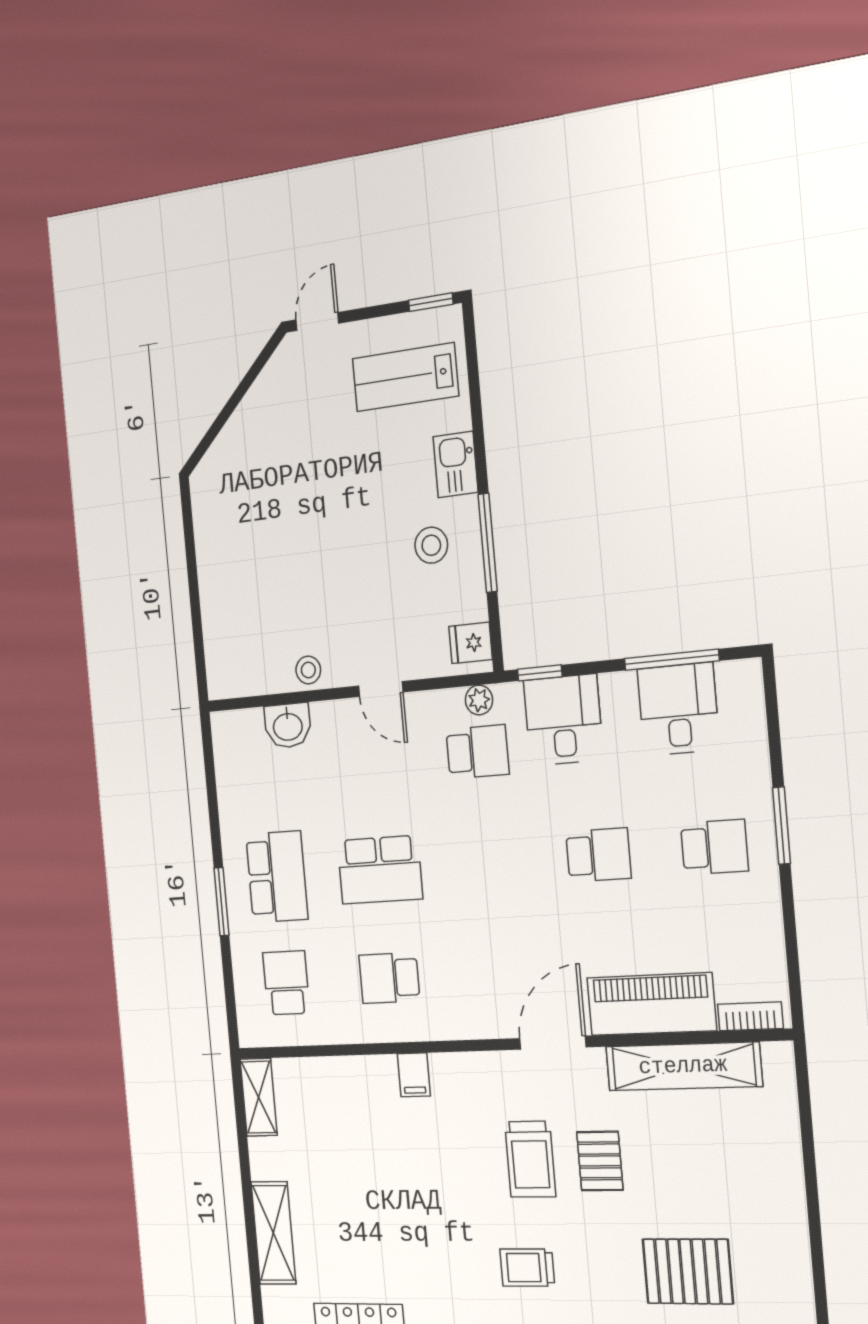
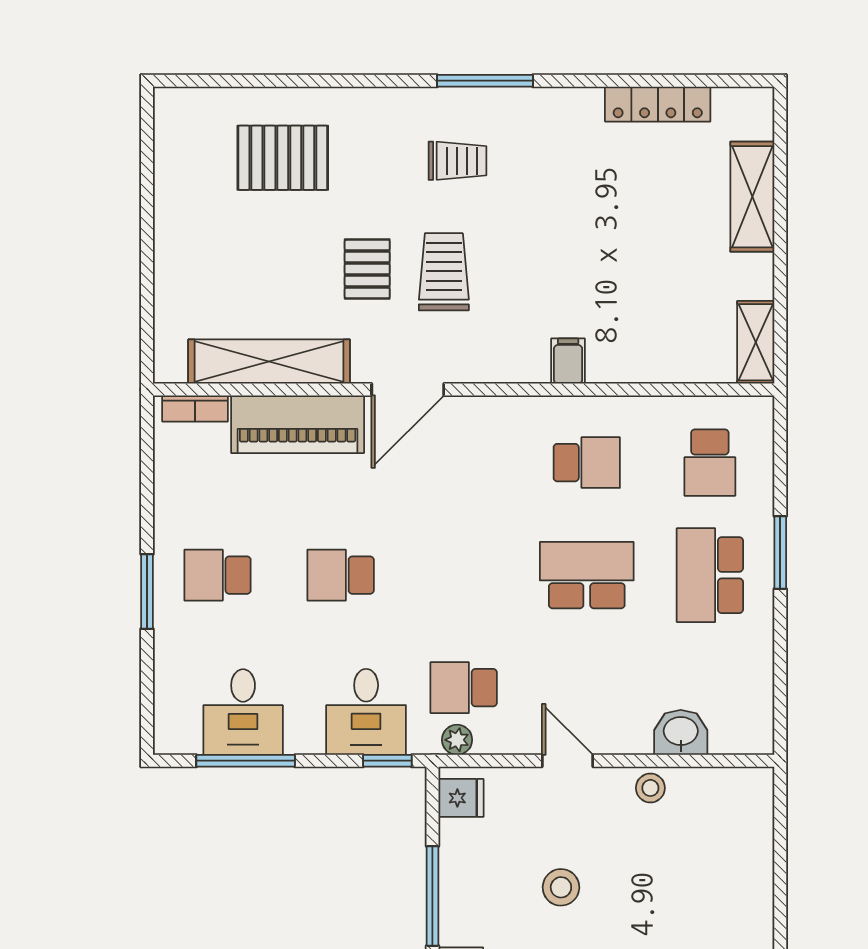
stool: (431, 545) -> (561, 887), moved

